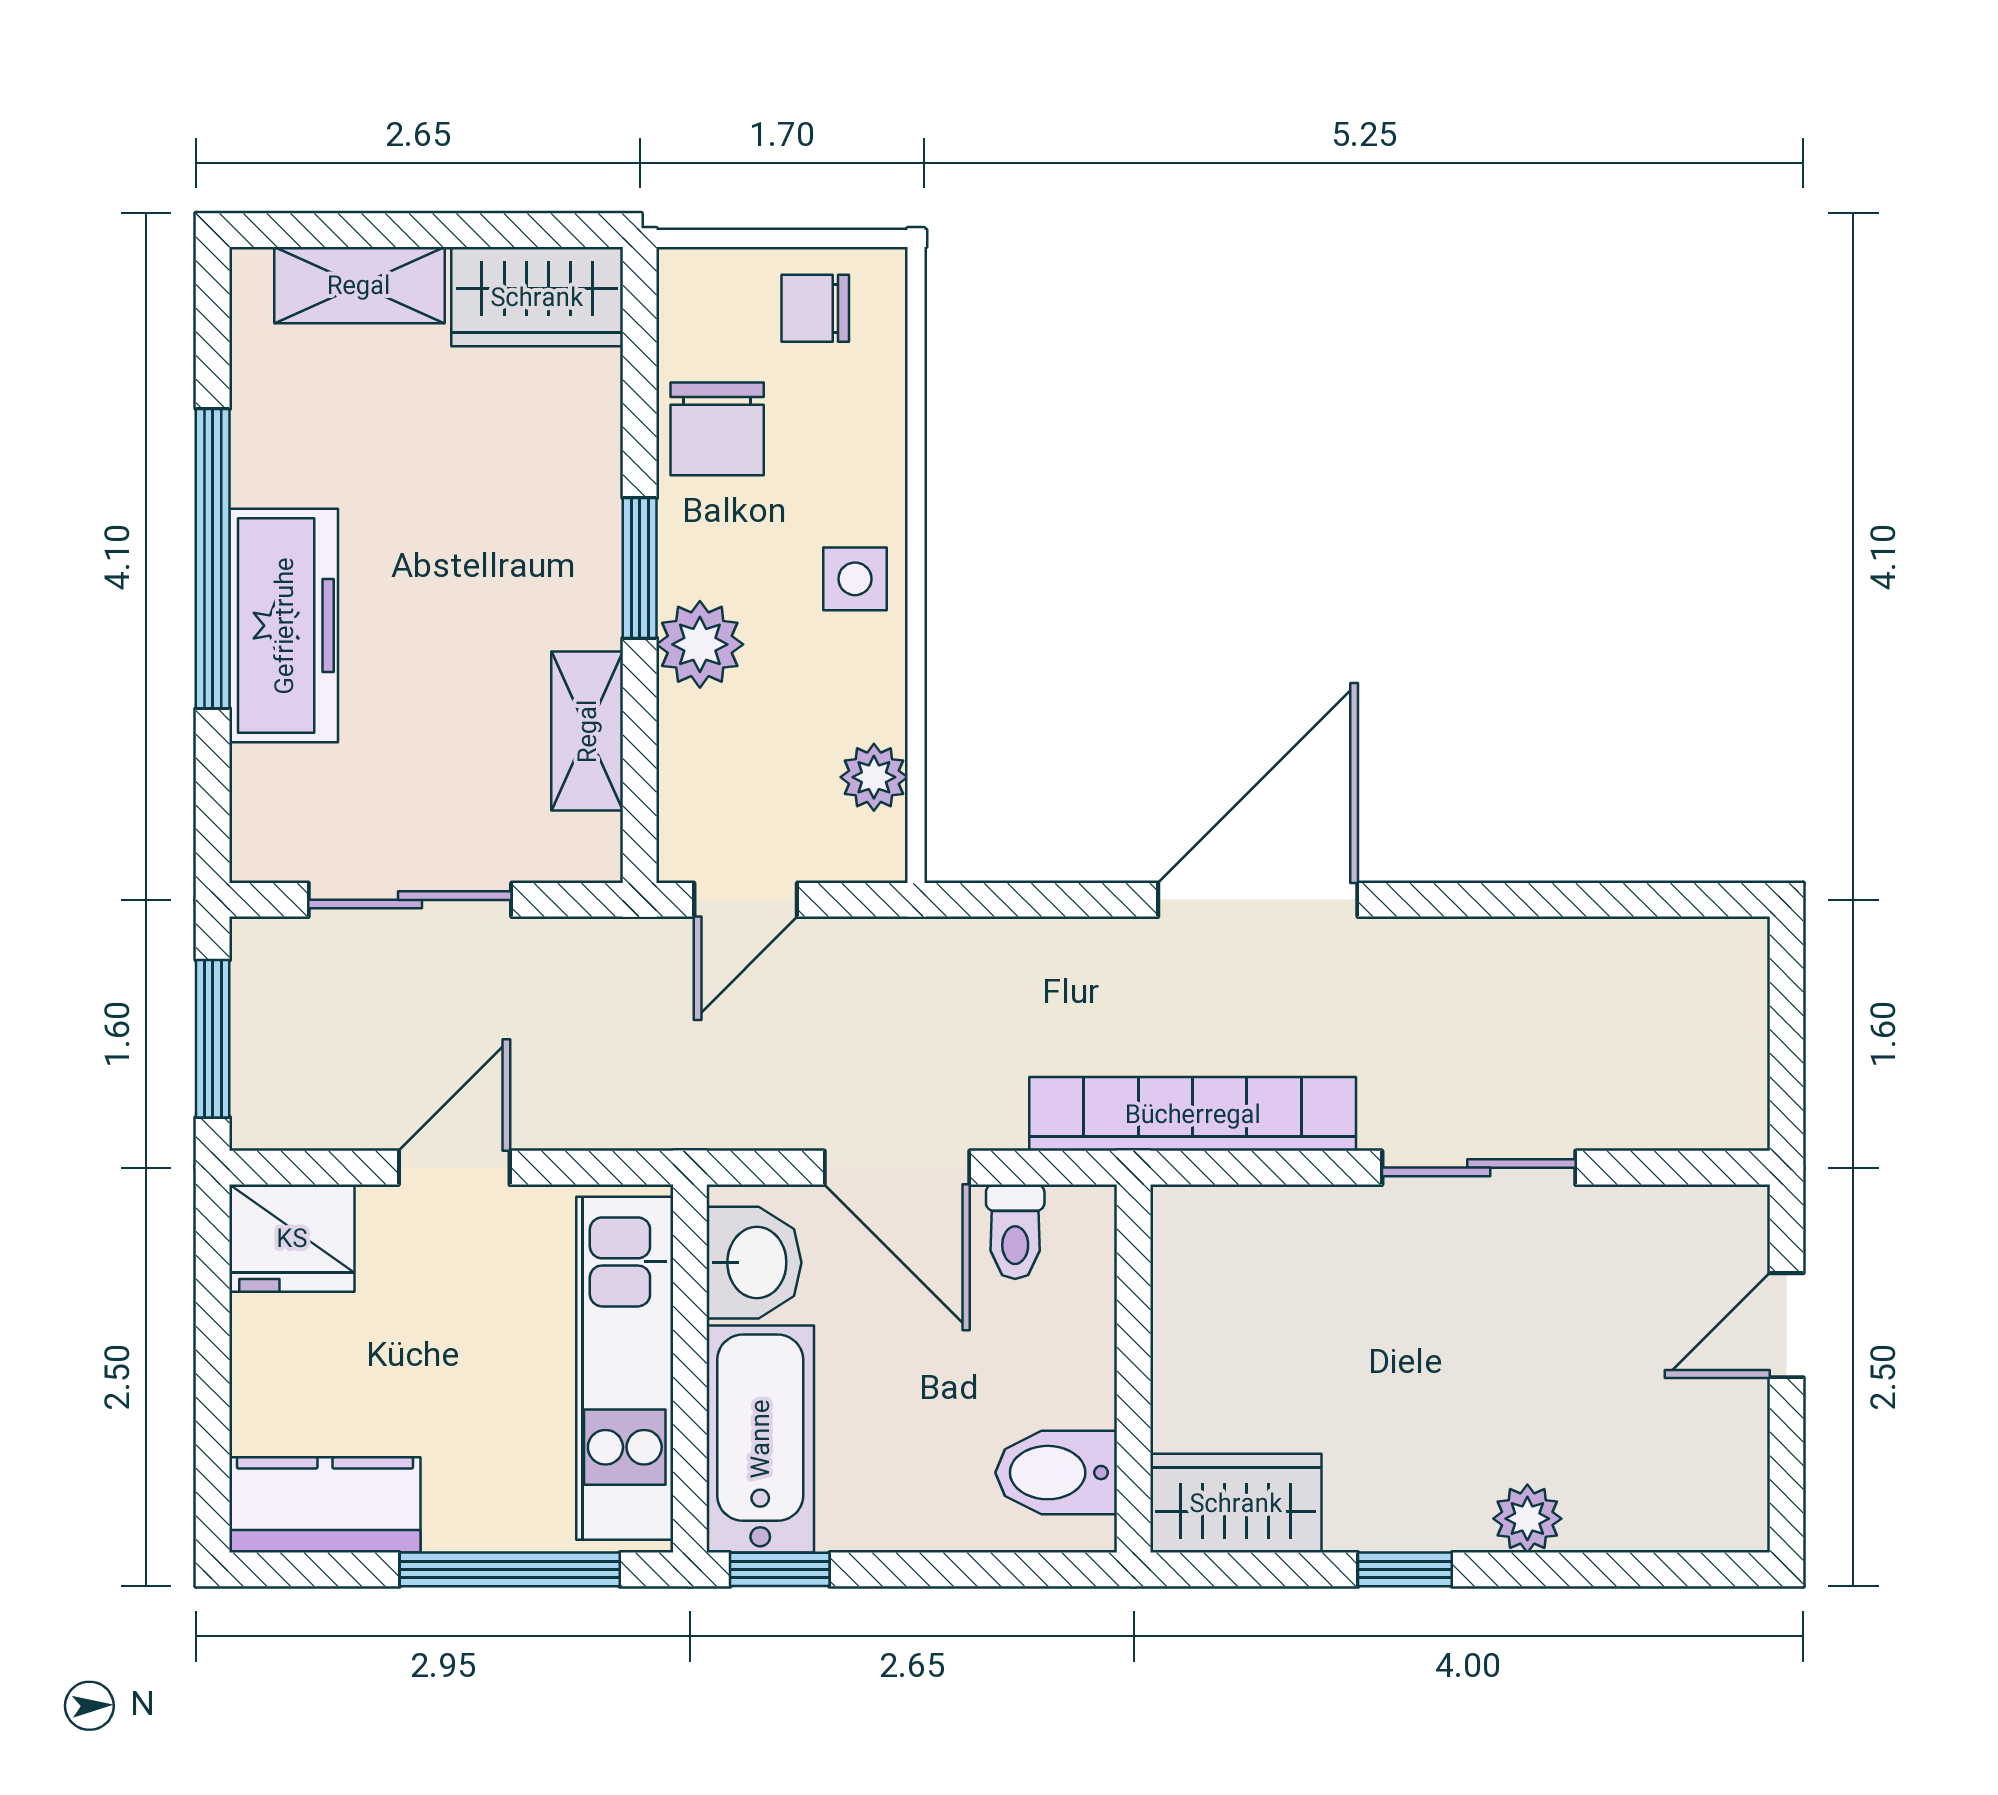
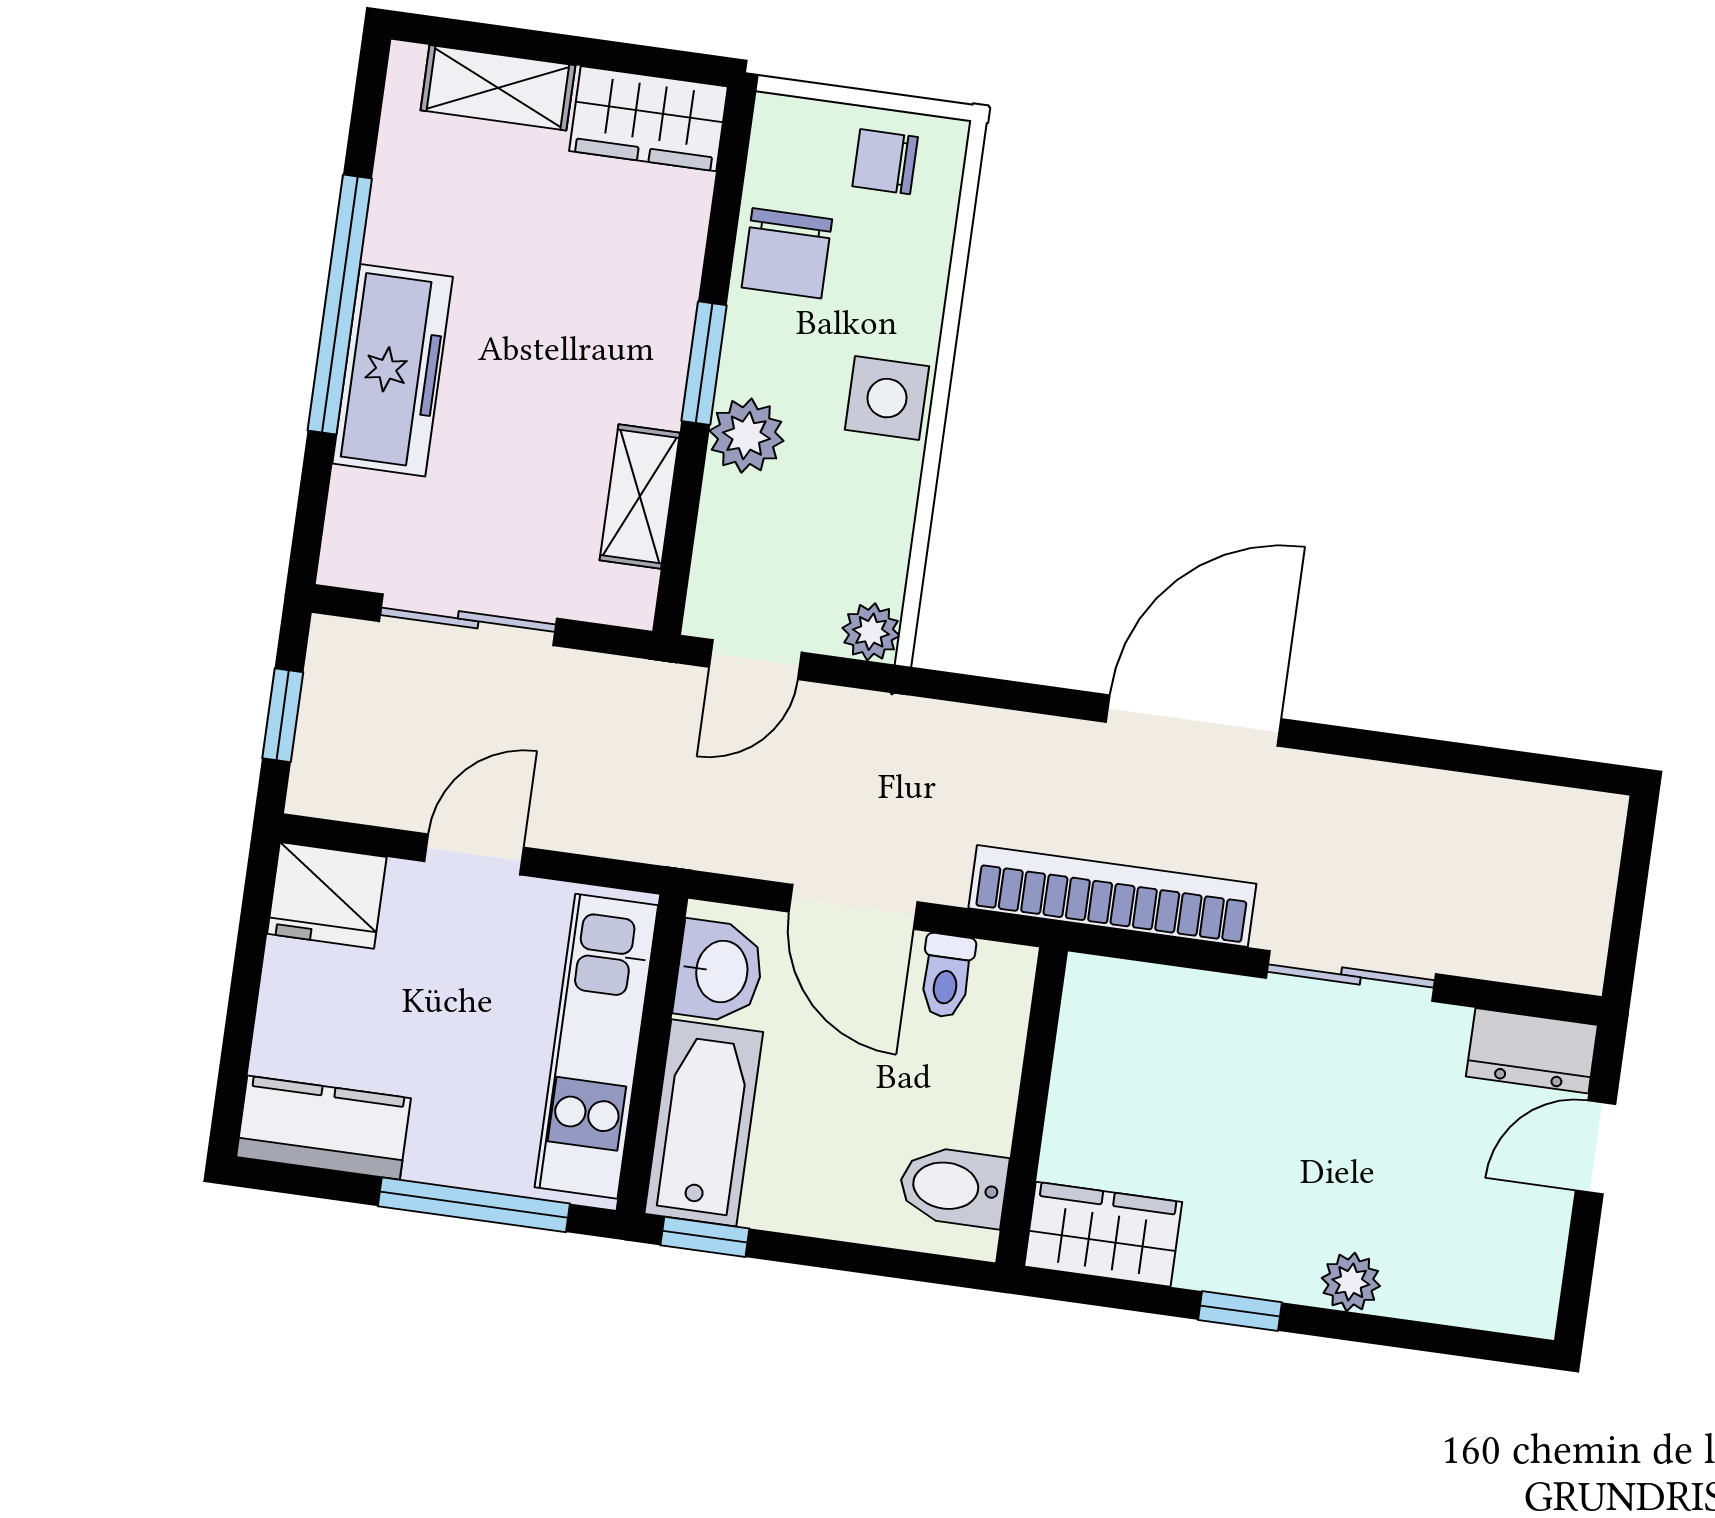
side table: (855, 579) -> (887, 398), width x1.37, depth x1.37
plant: (874, 777) -> (871, 632), moved
window: (213, 1039) -> (283, 715), width x0.67
dresser: (1698, 1225) -> (1532, 1051), added

